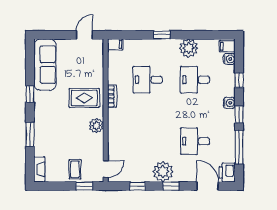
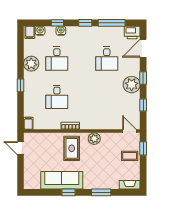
sofa: (45, 65) -> (62, 180), moved
water cooler: (229, 103) -> (61, 31), moved

